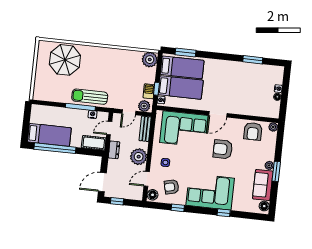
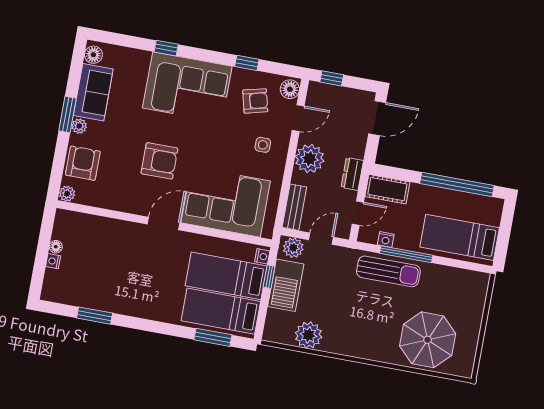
plant: (150, 60) -> (308, 335), moved
barbecue: (149, 91) -> (286, 285), width x1.88, depth x1.53
armchair: (253, 131) -> (83, 163), moved
bed: (49, 135) -> (460, 237), moved
window: (117, 201) -> (332, 78), moved

